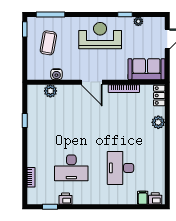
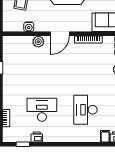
door: (92, 82) -> (60, 34), hinge flipped
plant: (50, 91) -> (38, 42), moved
desk: (71, 168) -> (42, 110), turned 180

